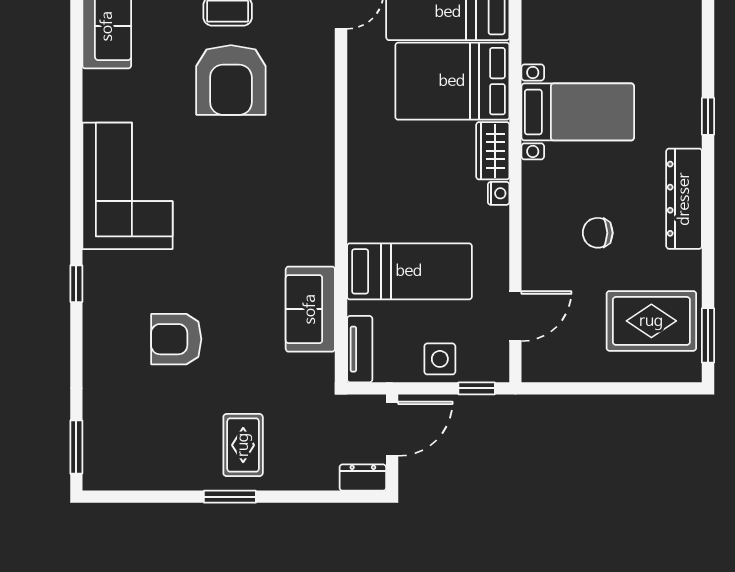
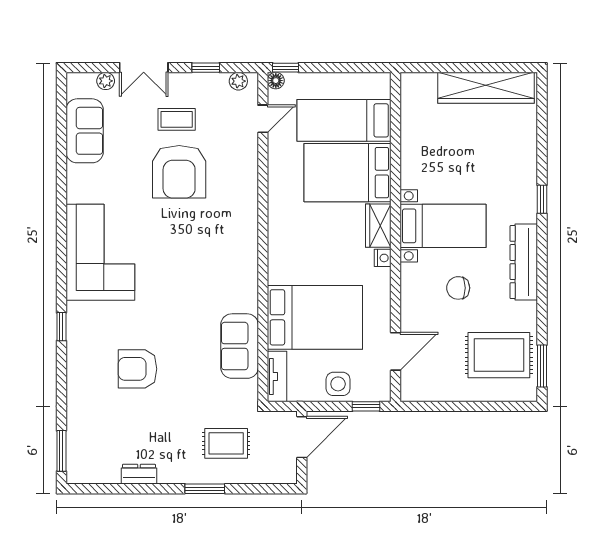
bed with nightstands: (578, 112) -> (443, 226), moved
bed: (409, 271) -> (315, 317), width x1.50
rug: (243, 445) -> (226, 443), moved, turned 90
dresser: (363, 478) -> (139, 474), moved
window: (230, 497) -> (205, 489), moved

